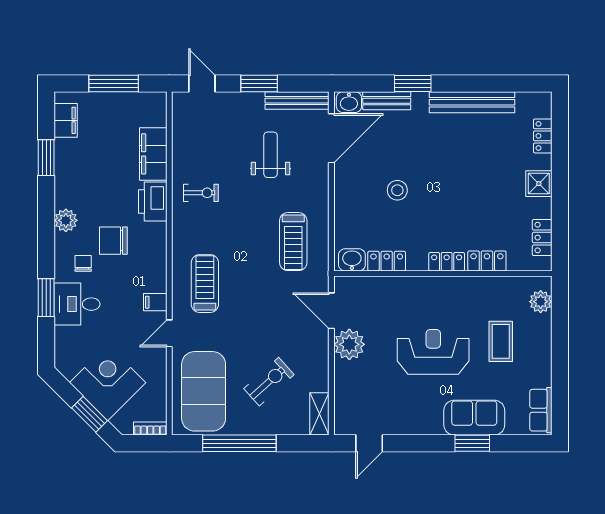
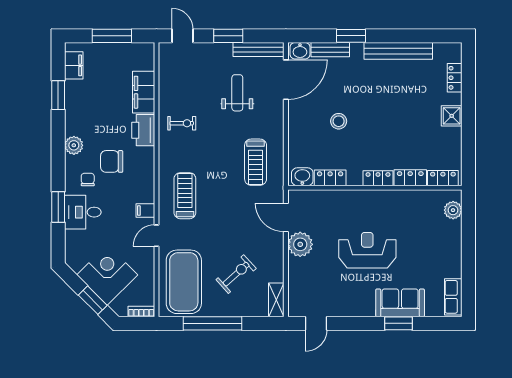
locker: (542, 238) -> (443, 178), moved, turned 90
coffee table: (501, 341) -> (421, 242), removed

